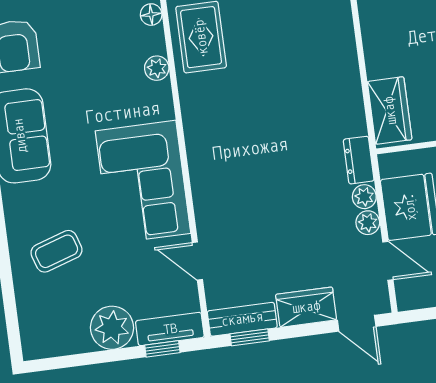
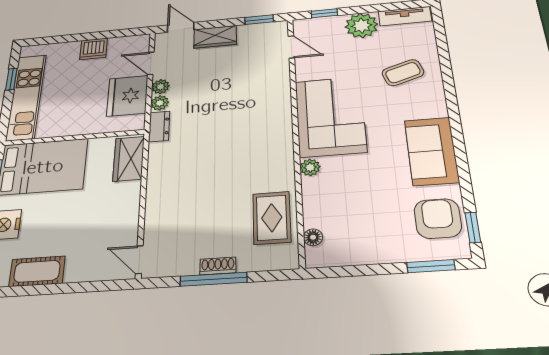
plant: (157, 68) -> (310, 167), moved
door: (197, 261) -> (291, 47), moved
bench: (242, 319) -> (263, 30), removed
tv unit: (170, 329) -> (405, 16), moved

